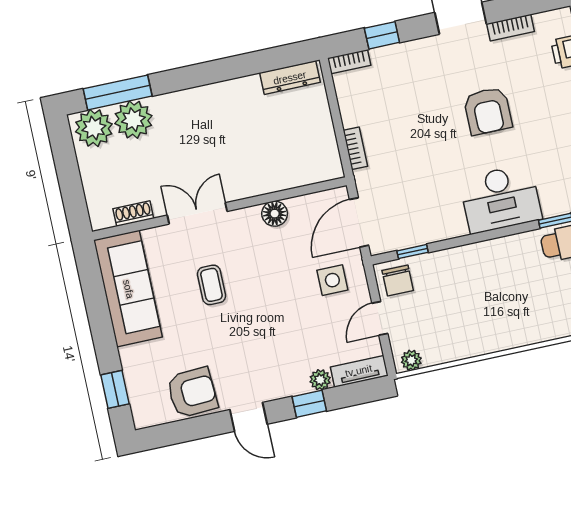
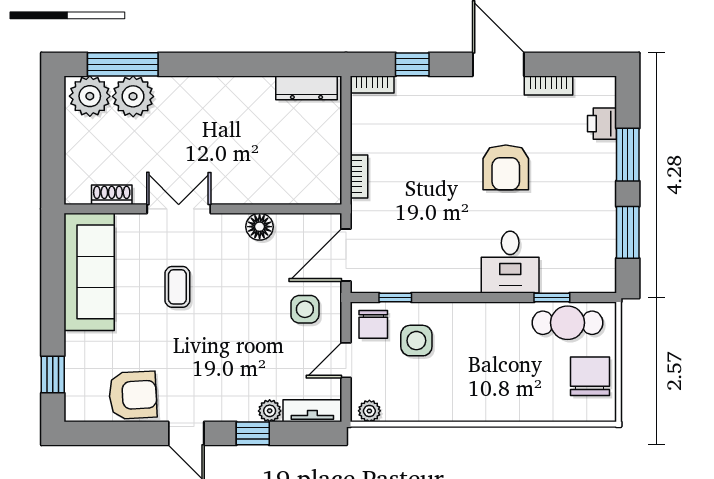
desk: (501, 199) -> (510, 262), width x0.73
side table: (440, 287) -> (416, 341), added

